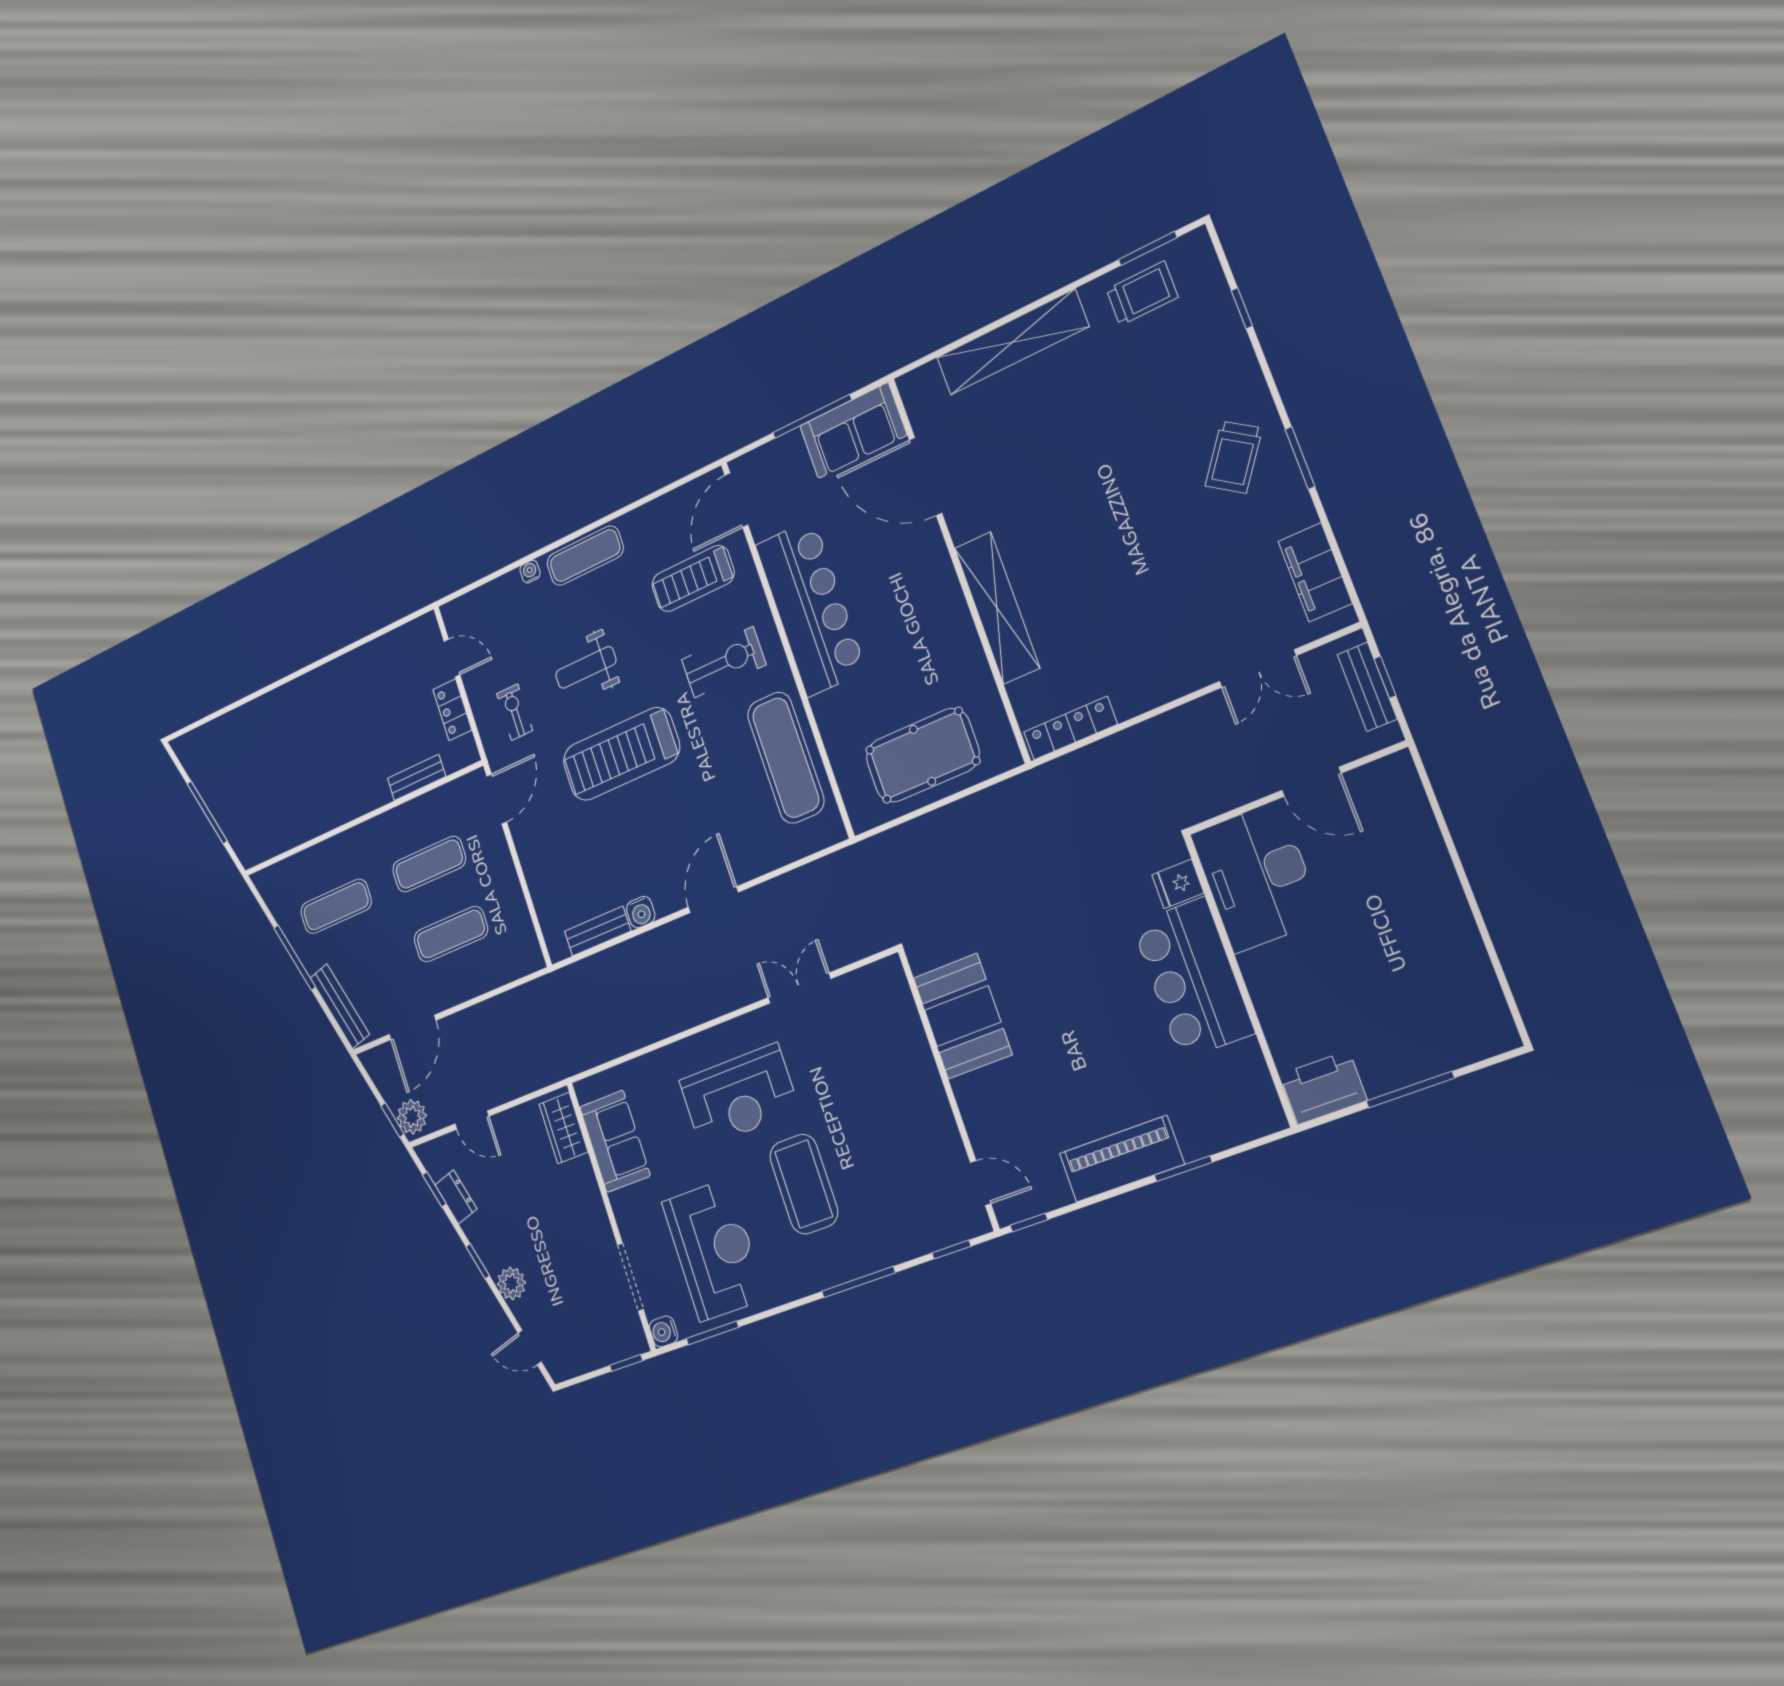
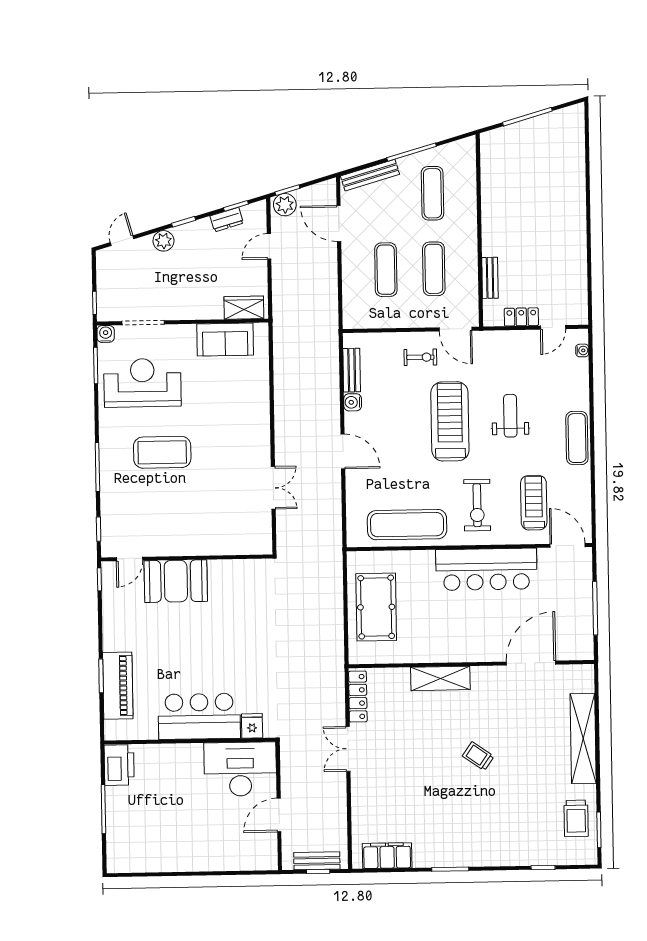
sofa: (853, 431) -> (576, 630), removed
trolley: (1234, 457) -> (478, 756), moved, width x0.73, depth x0.72
water cooler: (530, 572) -> (582, 350), moved
shelving: (997, 608) -> (440, 678), width x0.68
double door: (1258, 669) -> (348, 749), moved
exercise bike: (515, 712) -> (420, 357), moved
booth: (963, 1016) -> (176, 581), moved
reception desk: (739, 1096) -> (225, 429), removed
piano: (1122, 1159) -> (118, 686), moved
reception desk: (714, 1250) -> (142, 383), turned 180

